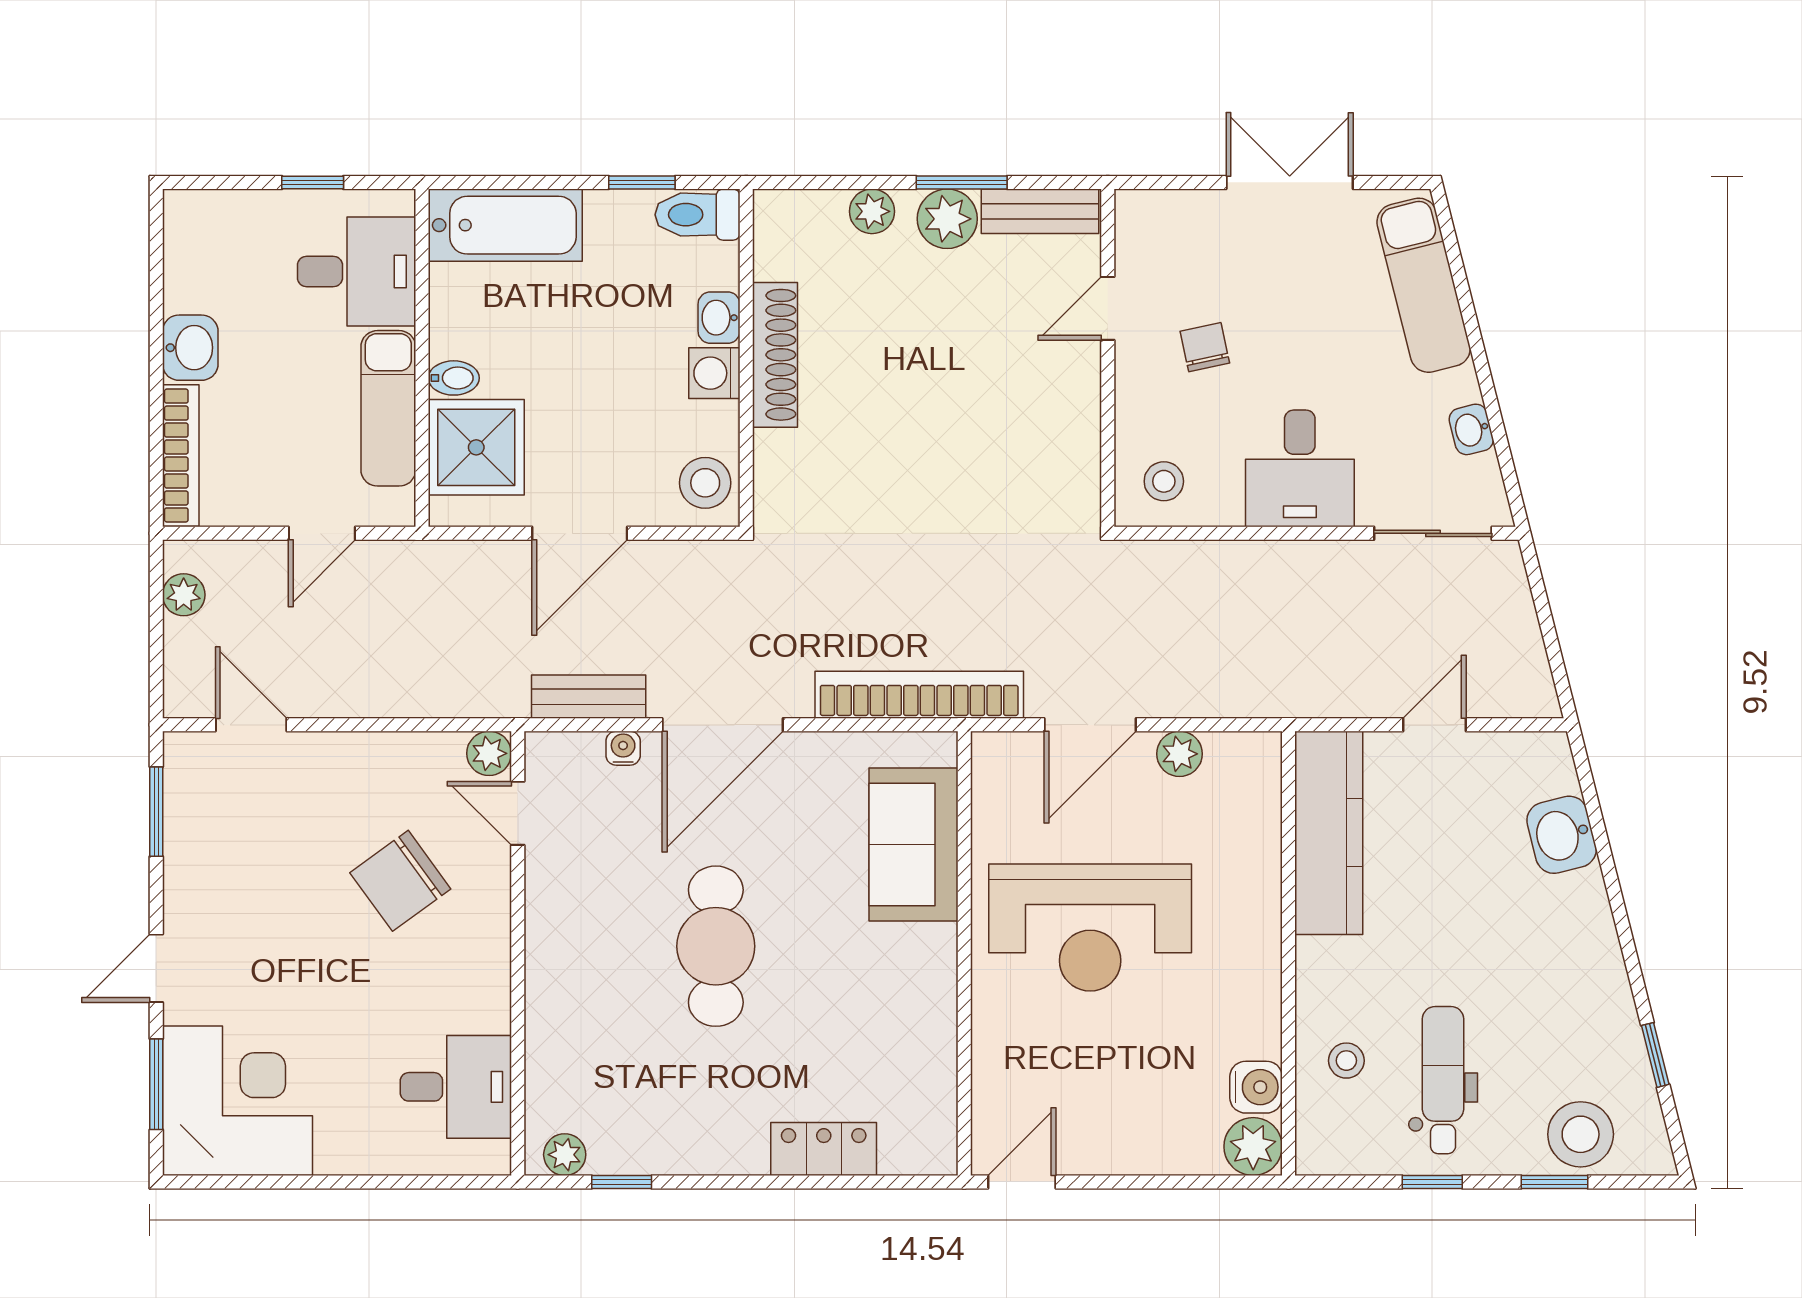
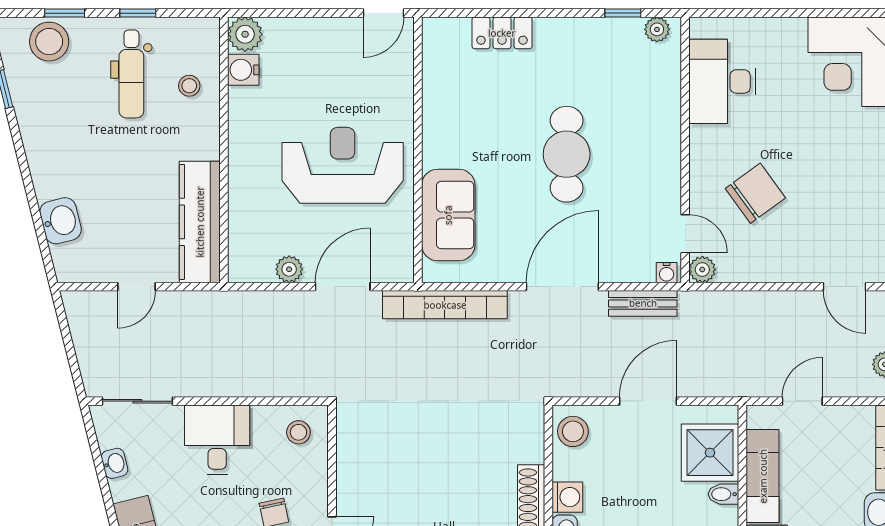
water cooler: (623, 748) -> (667, 273), moved
desk: (456, 1087) -> (722, 81), width x1.37

